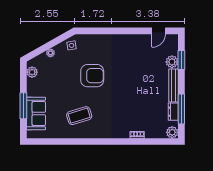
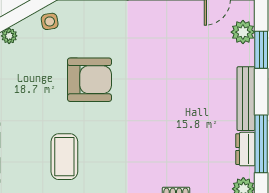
plant: (172, 62) -> (243, 32), moved
coffee table: (79, 116) -> (64, 157), turned -73

